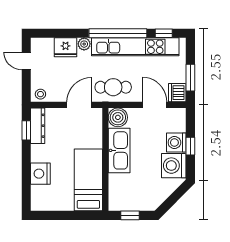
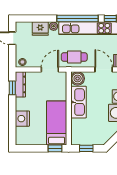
window: (86, 215) -> (55, 148), added

